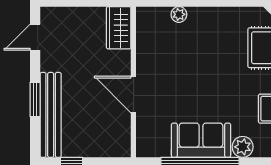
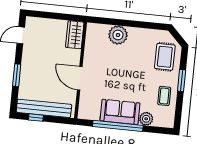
plant: (179, 14) -> (118, 35), width x1.88, depth x1.88
bench: (51, 115) -> (44, 108), moved, turned 90

